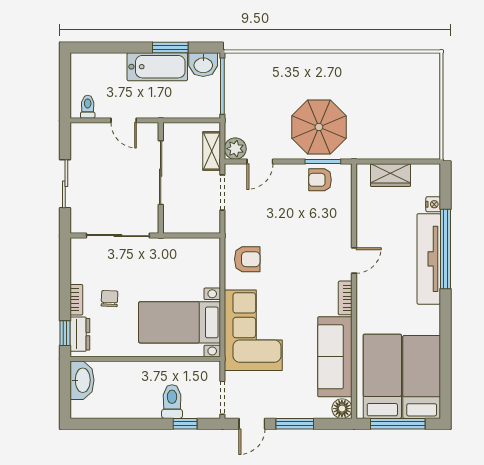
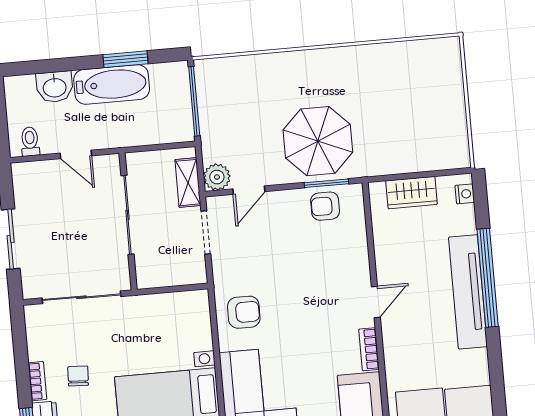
washbasin: (203, 65) -> (55, 87), moved
nightstand: (433, 204) -> (465, 194), moved

